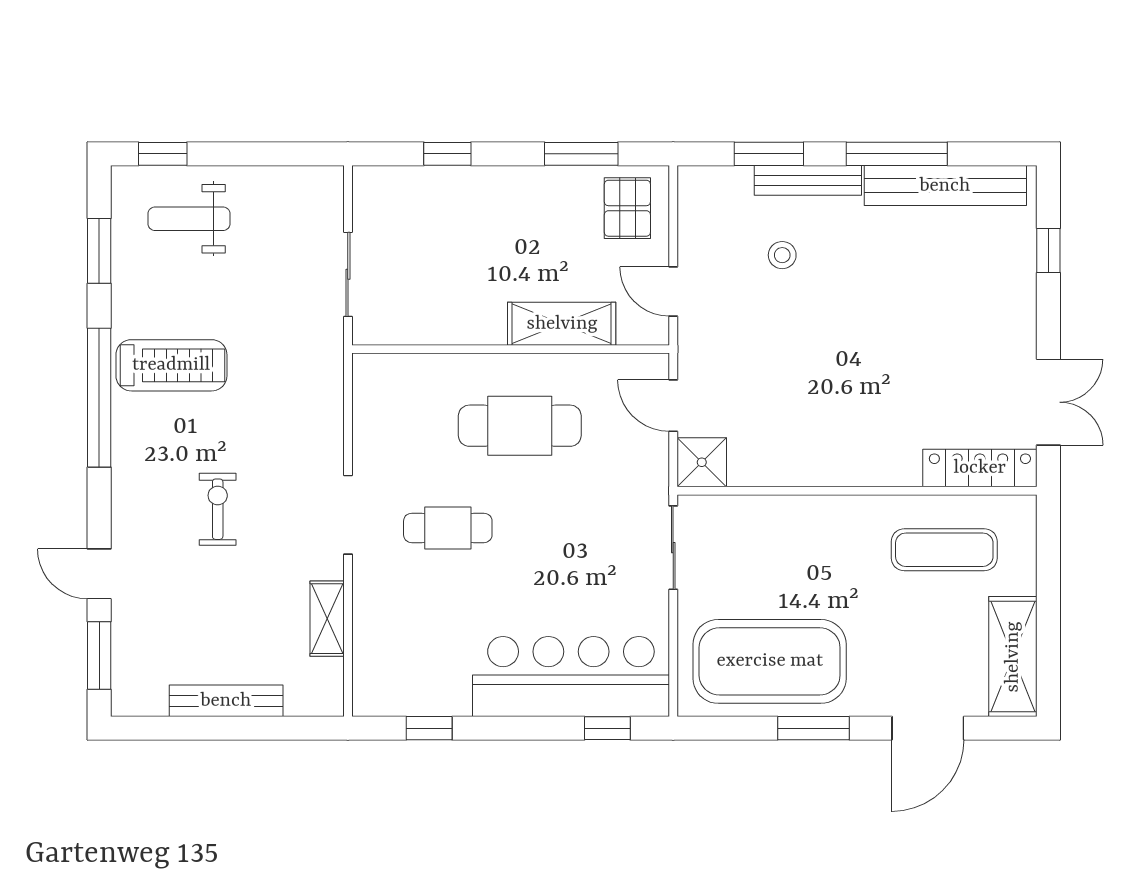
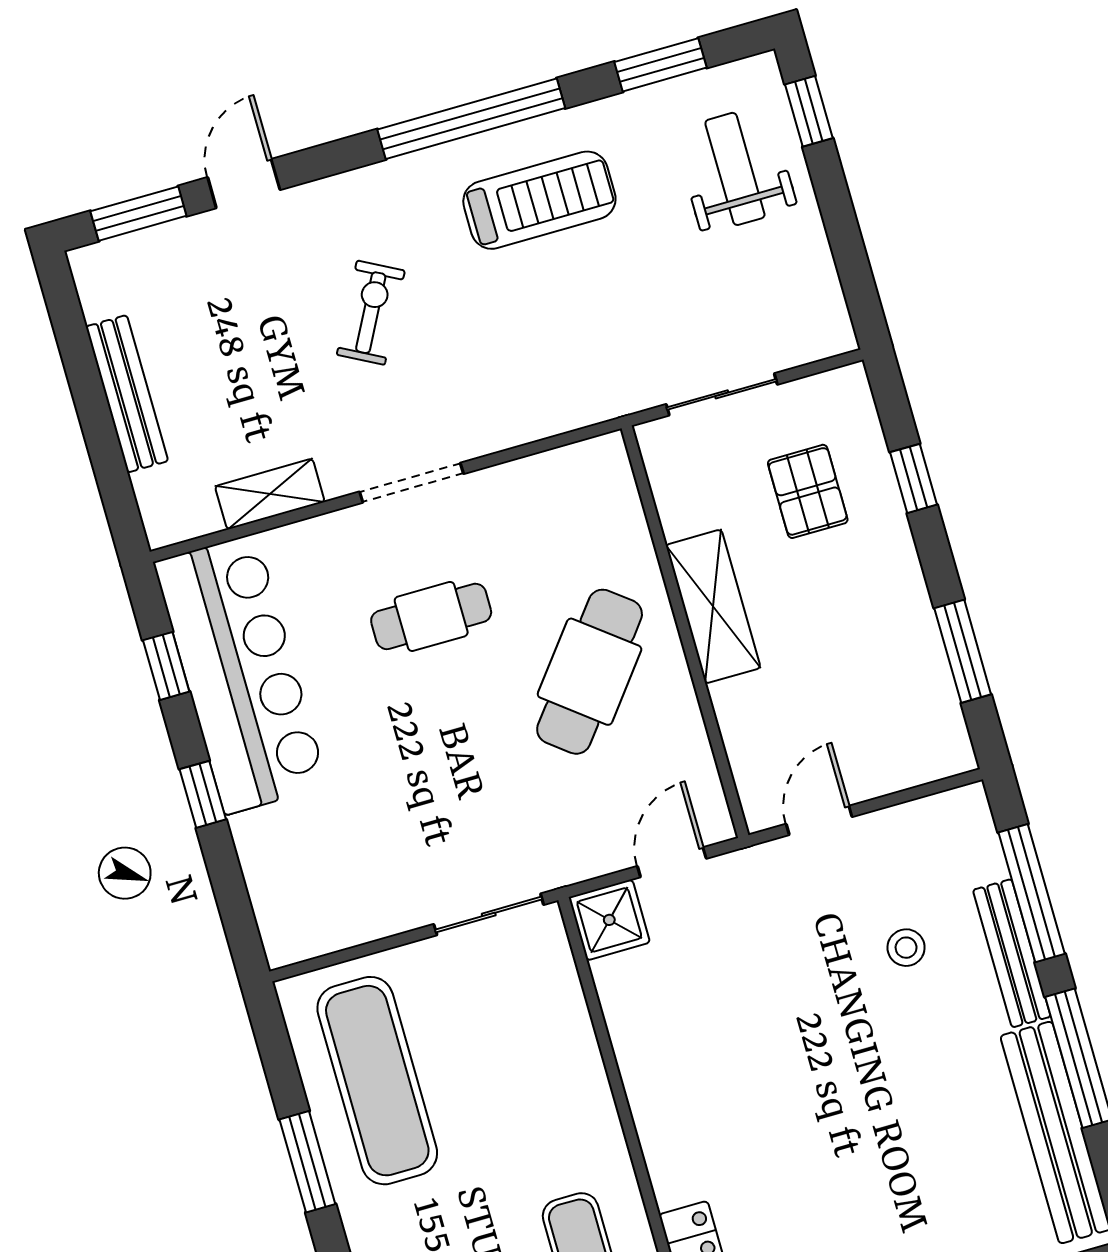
window: (769, 154) -> (1032, 893), width x1.44
pallet: (627, 208) -> (808, 491), moved, turned 90
shelving: (562, 324) -> (713, 606), moved
treadmill: (171, 365) -> (539, 200), turned -90
cafe table: (520, 426) -> (590, 672), turned 38
exercise bike: (218, 509) -> (371, 313), turned -62
cafe table: (448, 528) -> (431, 616), turned 90
exercise mat: (770, 661) -> (377, 1081), width x0.68
bar counter: (571, 676) -> (240, 674), moved
window: (607, 728) -> (203, 794), moved

